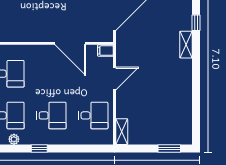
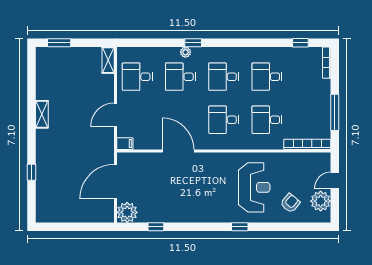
door: (70, 43) -> (178, 151), moved
shelving: (186, 45) -> (42, 114), moved
plant: (14, 139) -> (185, 52), moved

